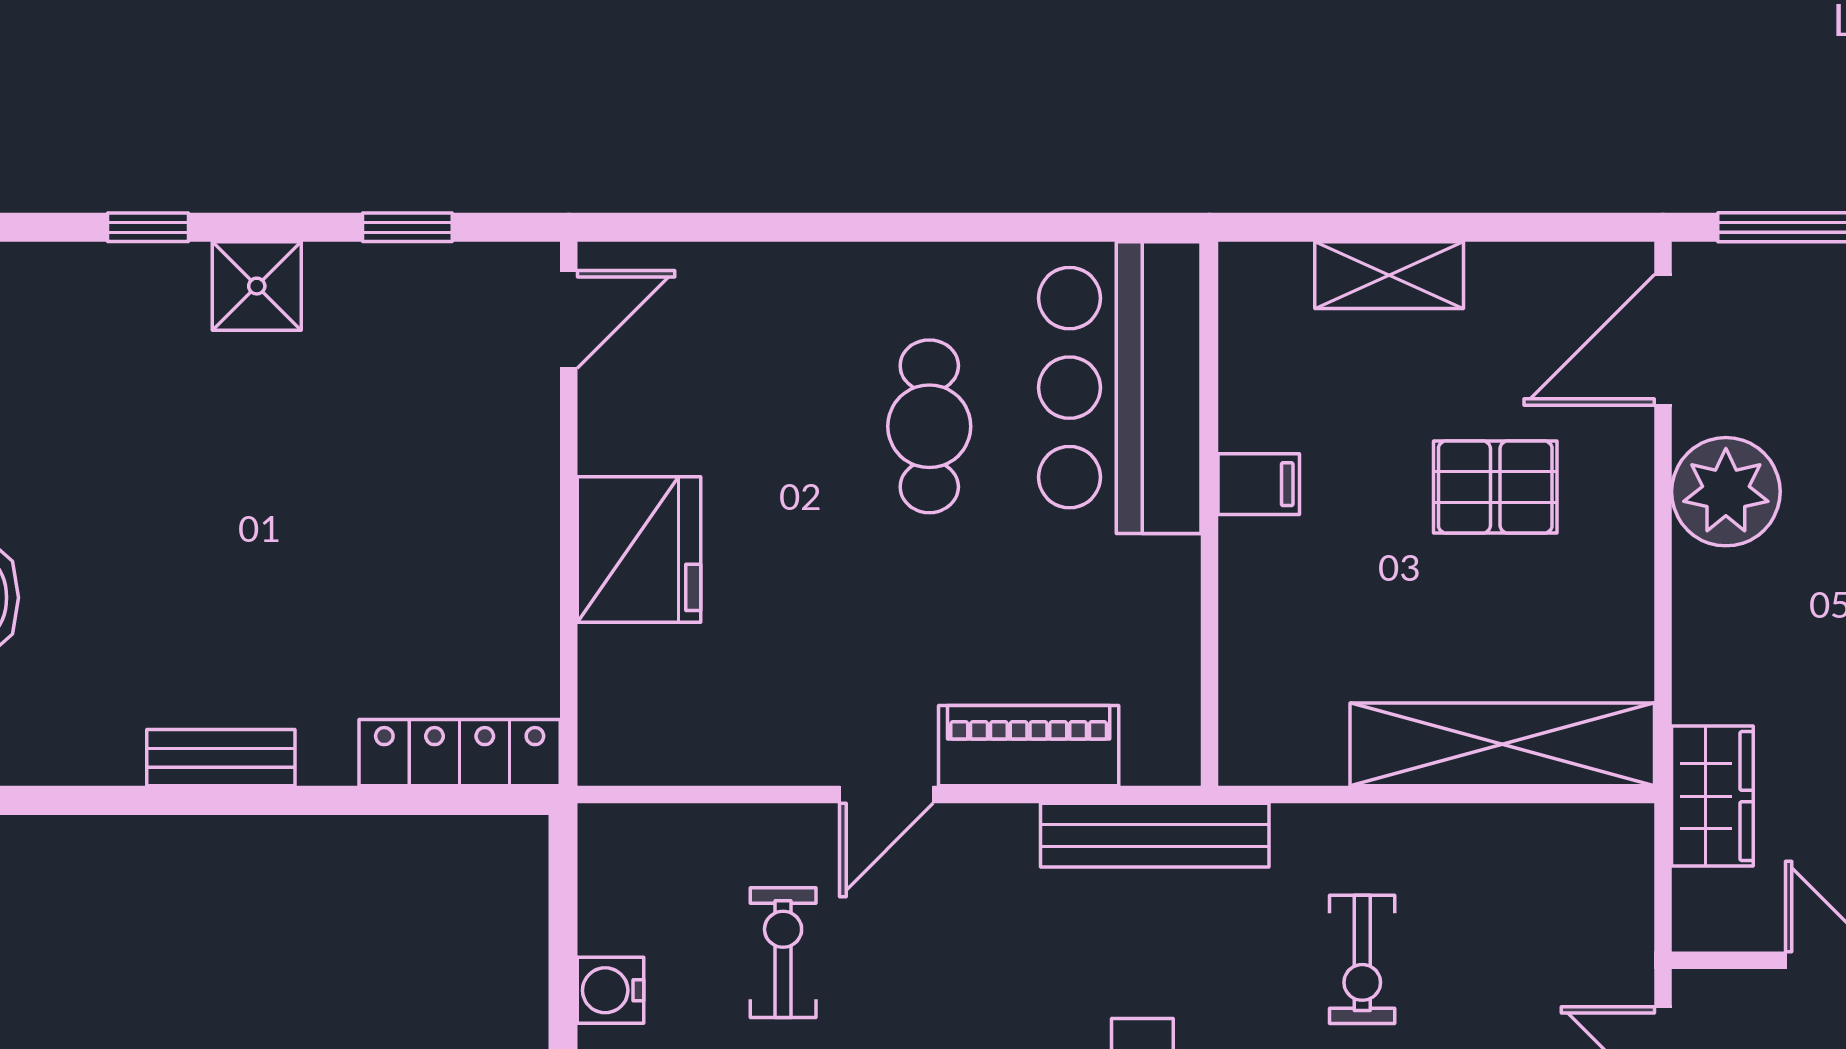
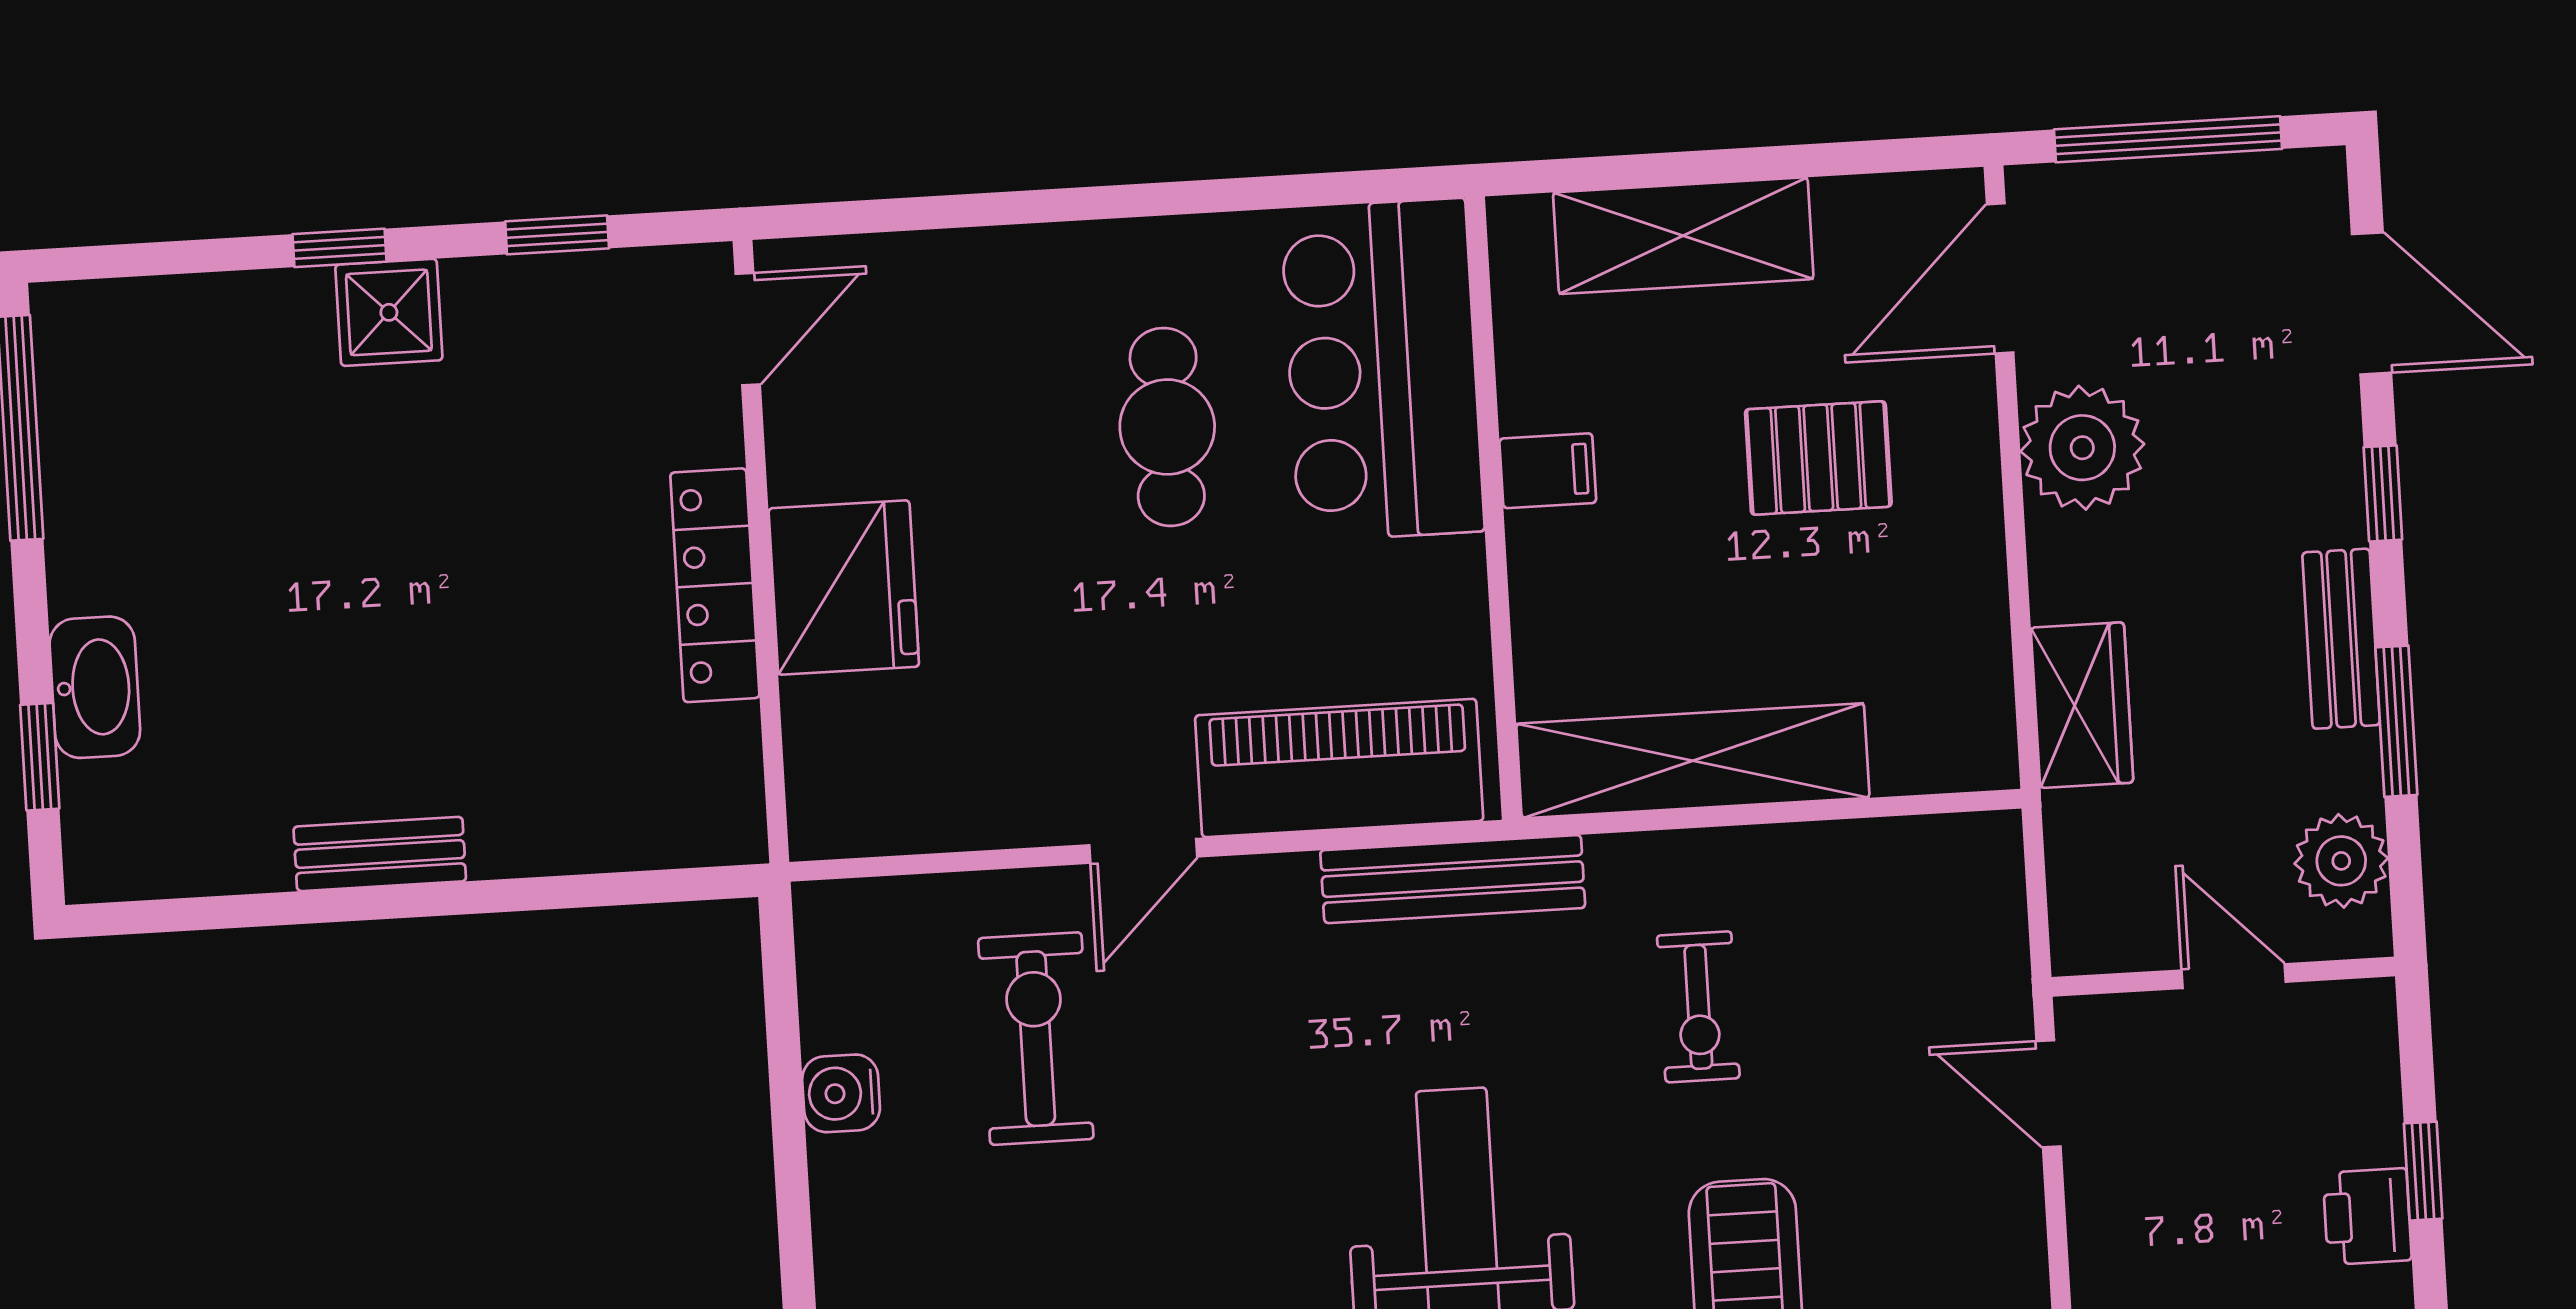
window: (148, 227) -> (340, 248), moved
shelving: (1389, 275) -> (1683, 236), width x1.50, depth x1.33
shelving: (1502, 744) -> (1693, 761), moved
piano: (1029, 746) -> (1339, 768), width x1.37, depth x1.33
locker: (460, 753) -> (715, 585), moved, turned -90
wardrobe: (1712, 796) -> (2082, 705), moved
exercise bike: (783, 953) -> (1036, 1039), width x1.38, depth x1.39

